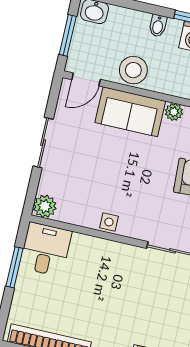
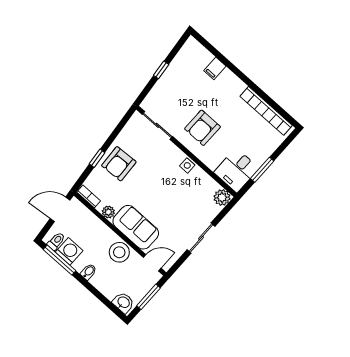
armchair: (116, 278) -> (202, 128), added

